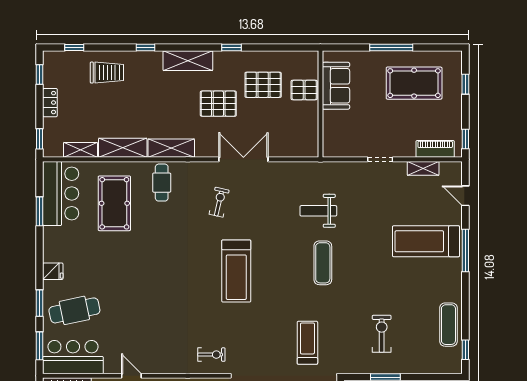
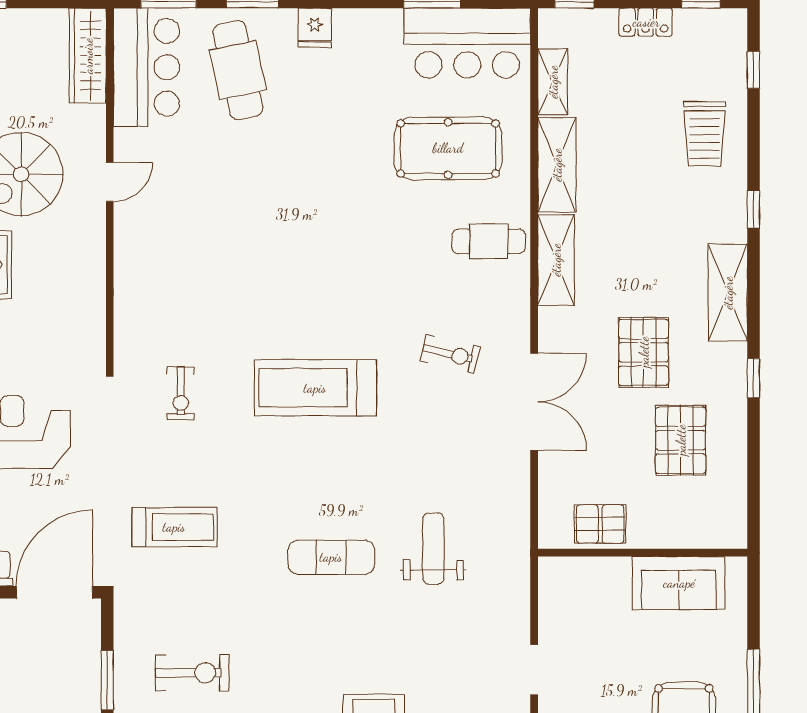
pallet: (304, 90) -> (600, 524), moved, turned 90
exercise bike: (211, 355) -> (181, 393), moved

